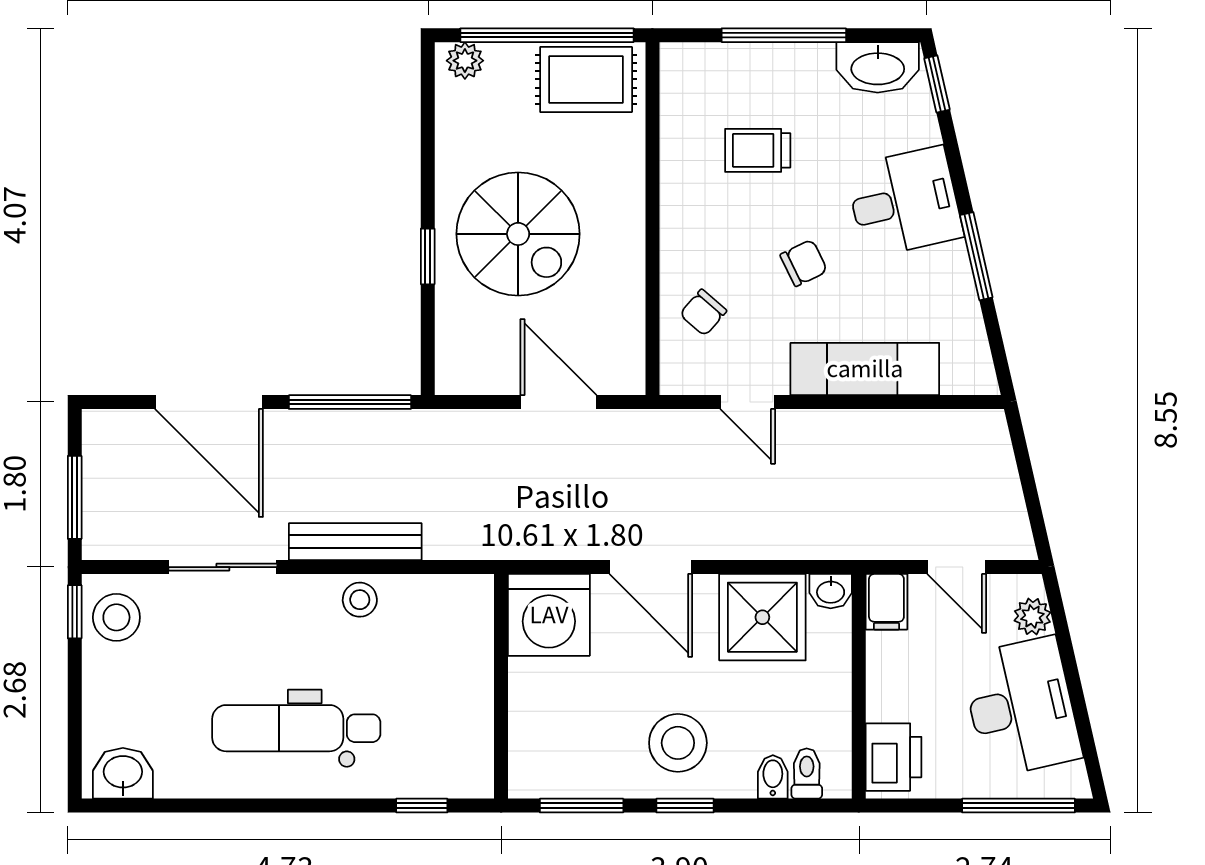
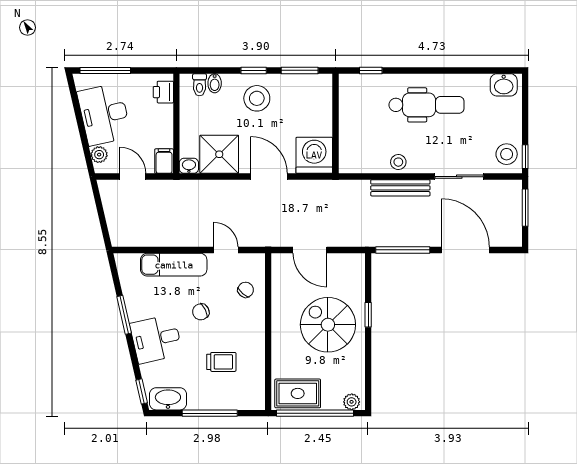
printer: (893, 757) -> (163, 92), width x0.73, depth x0.81

